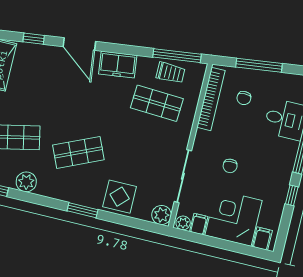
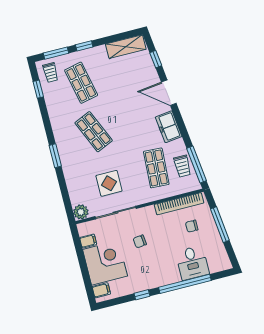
door: (79, 44) -> (169, 93), hinge flipped
plant: (26, 182) -> (54, 106), removed
display table: (120, 197) -> (109, 183), moved
plant: (183, 223) -> (83, 230), removed

